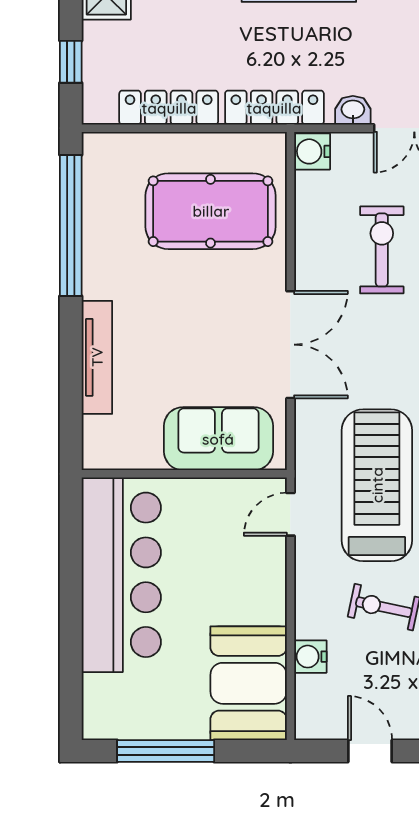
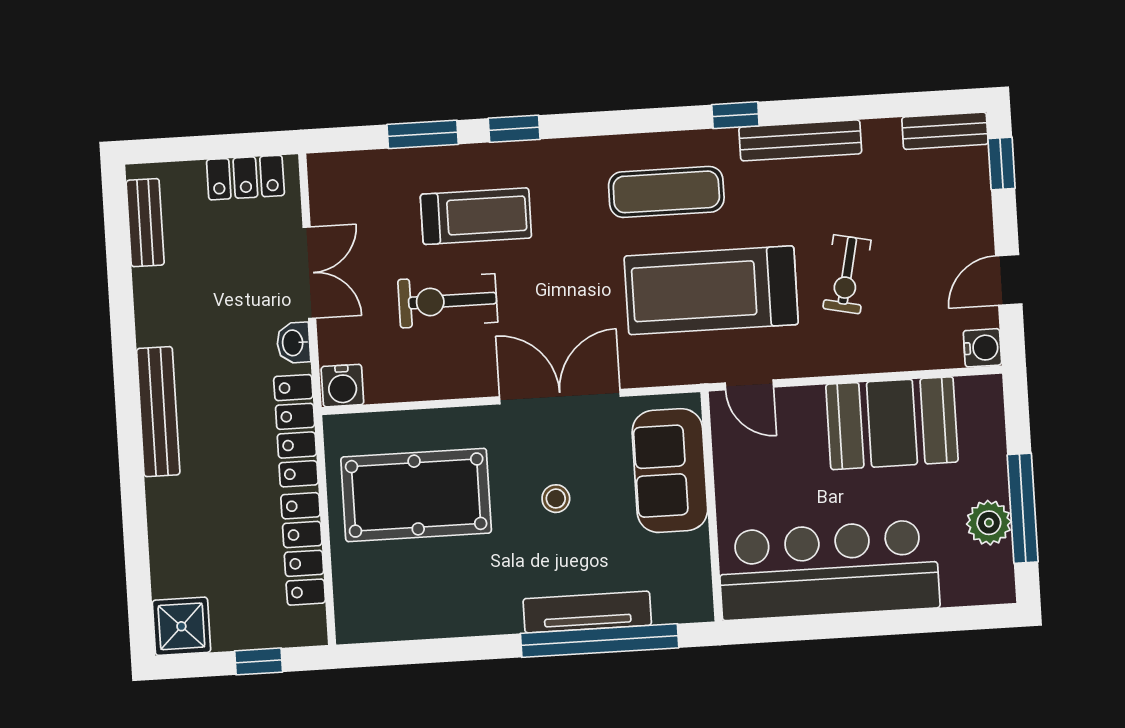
pool table: (211, 211) -> (416, 495), turned 90
window: (71, 226) -> (600, 641), moved
stool: (200, 336) -> (556, 499), added
water cooler: (310, 657) -> (982, 348), moved, turned -90
booth: (249, 683) -> (892, 423), moved
plant: (155, 720) -> (989, 523), added

